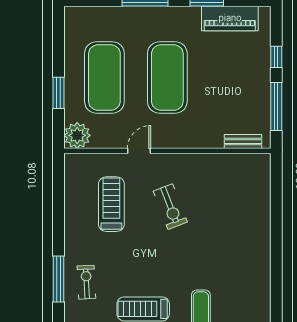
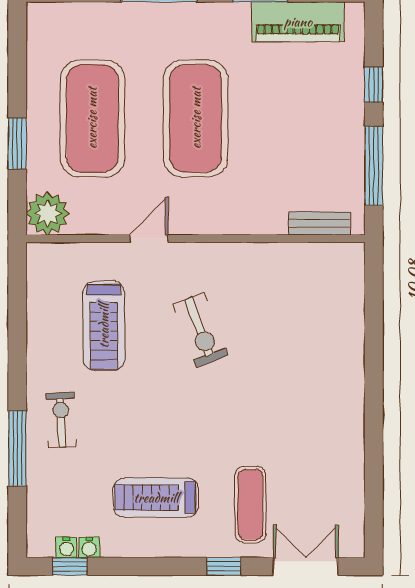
treadmill: (111, 204) -> (104, 326), turned 180
exercise bike: (86, 282) -> (61, 420), moved

